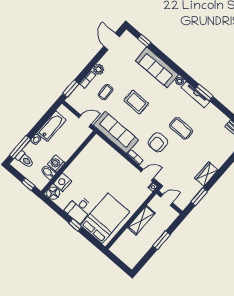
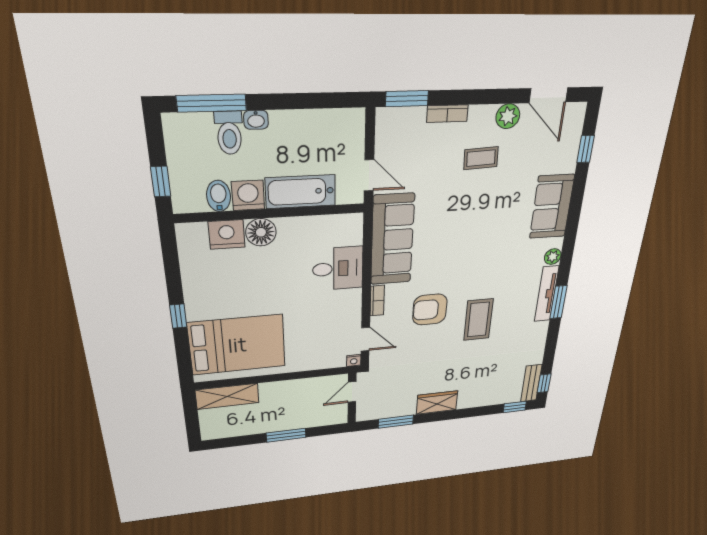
door: (112, 41) -> (548, 95), swing flipped
sofa: (157, 68) -> (552, 207), width x0.73
plant: (99, 69) -> (508, 116), moved
coffee table: (106, 92) -> (481, 158), moved
rug: (136, 102) -> (470, 226), removed
bathtub: (51, 126) -> (301, 192), moved, turned 180
toilet: (25, 160) -> (229, 133), moved
floor lamp: (53, 193) -> (261, 232), moved
door: (167, 200) -> (352, 392), swing flipped
desk: (79, 209) -> (338, 269), moved, turned 180
shelving: (141, 220) -> (227, 396), moved

